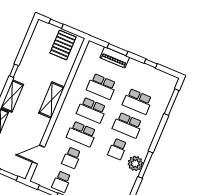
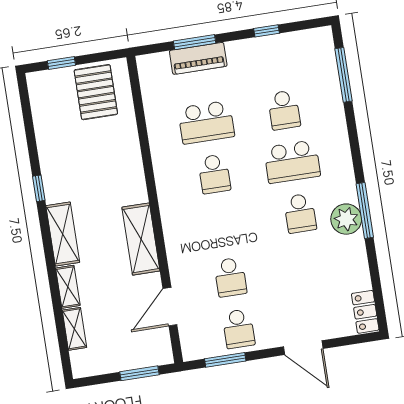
shelving: (52, 100) -> (141, 239), moved
school desk: (137, 101) -> (284, 110), width x0.54
school desk: (92, 110) -> (214, 174), width x0.54
school desk: (82, 134) -> (222, 225), removed

